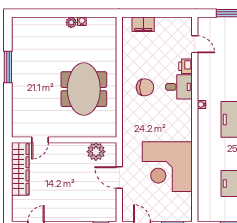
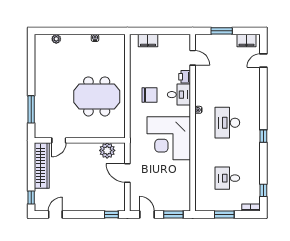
plant: (71, 22) -> (56, 39), moved
window: (8, 67) -> (31, 109), moved
meeting table: (84, 89) -> (97, 96), turned 90
corner desk: (167, 167) -> (169, 138), moved
window: (8, 206) -> (31, 198), added

